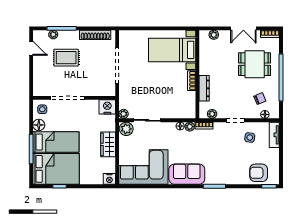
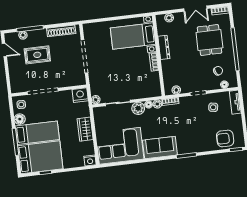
dining table: (255, 64) -> (209, 40), turned 90
dresser: (204, 88) -> (164, 47), moved
plant: (126, 129) -> (138, 108), moved

